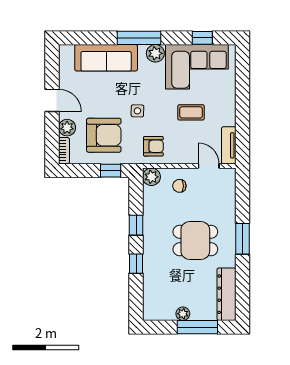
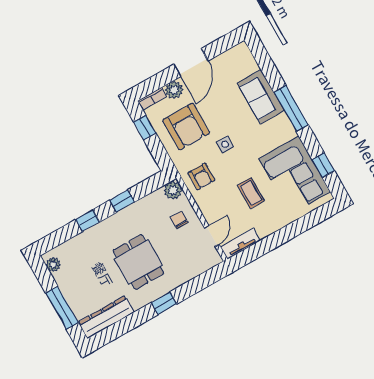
plant: (155, 53) -> (286, 131), removed
sofa: (106, 58) -> (261, 97), width x0.73
door: (52, 100) -> (191, 63), width x1.38
window: (111, 171) -> (145, 128), moved
window: (242, 239) -> (164, 303), width x0.67
plant: (183, 314) -> (53, 265), moved

